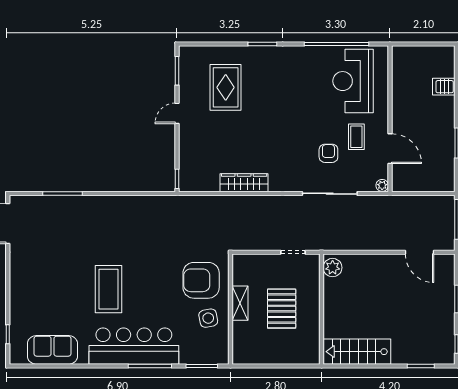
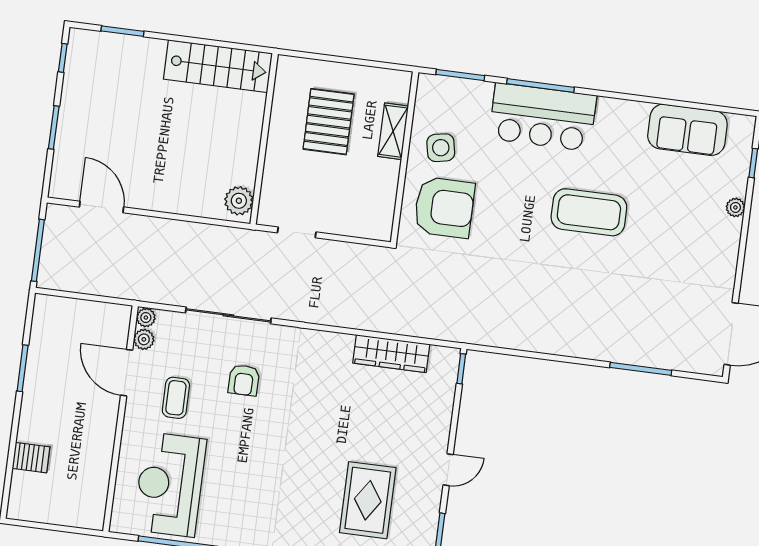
reception desk: (353, 81) -> (170, 484), turned 180
armchair: (328, 153) -> (244, 380), moved
plant: (382, 171) -> (144, 339), added
wardrobe: (244, 183) -> (391, 354), moved
coffee table: (108, 289) -> (589, 212), turned 90
shelving: (240, 303) -> (393, 131), moved
plant: (15, 304) -> (735, 207), added
pallet: (282, 309) -> (329, 122), moved
bar counter: (134, 346) -> (543, 117), width x0.73

